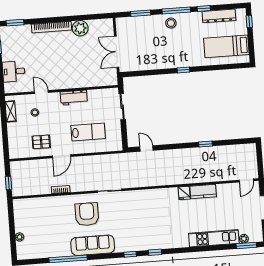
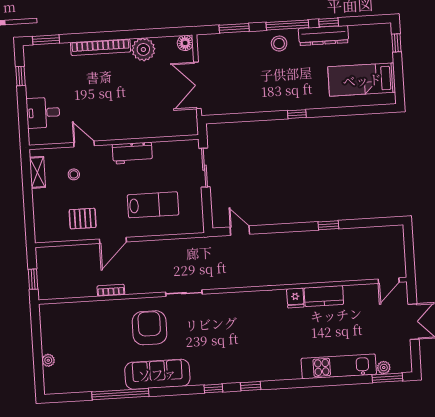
dresser: (219, 16) -> (324, 36), moved
floor lamp: (108, 24) -> (185, 43), added

